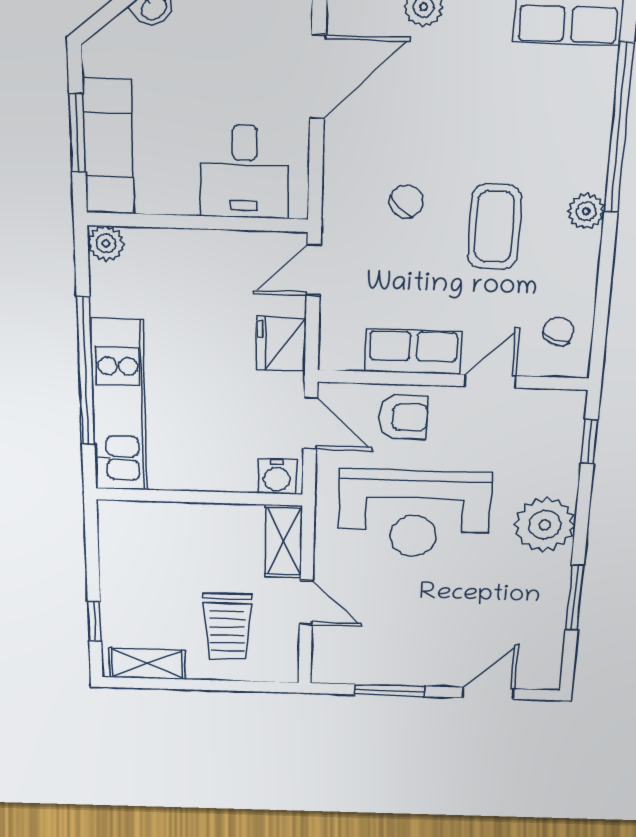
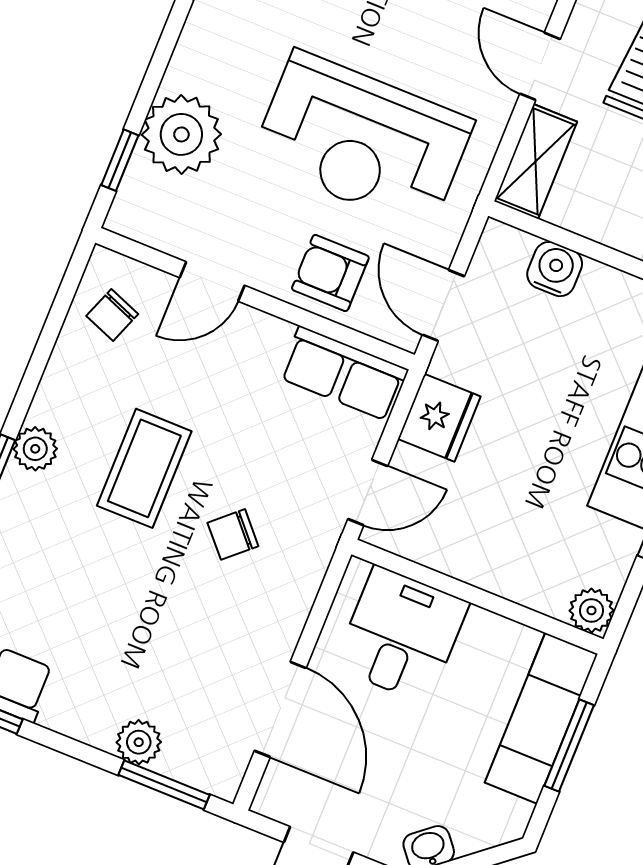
door: (318, 77) -> (280, 709), swing flipped
row of seats: (413, 352) -> (344, 374), moved
water cooler: (277, 477) -> (555, 269), moved
reception desk: (414, 514) -> (362, 141), turned 180
plant: (545, 525) -> (181, 134), moved

